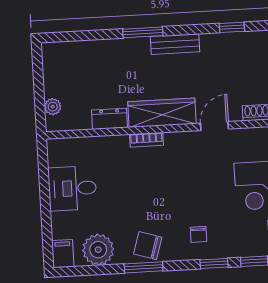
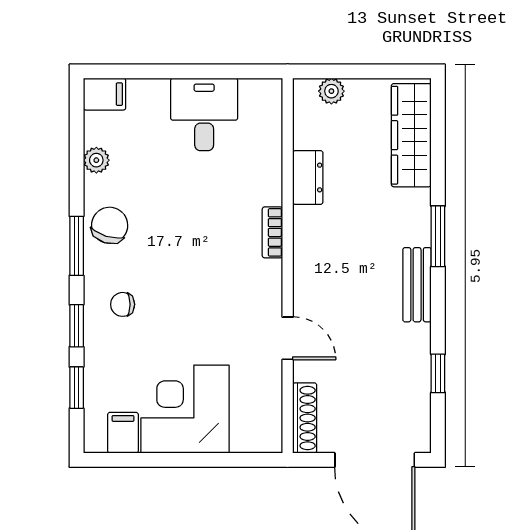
wardrobe: (162, 113) -> (411, 135), moved, turned 180
plant: (98, 250) -> (96, 160), width x0.53, depth x0.53
window: (144, 267) -> (77, 246), moved

